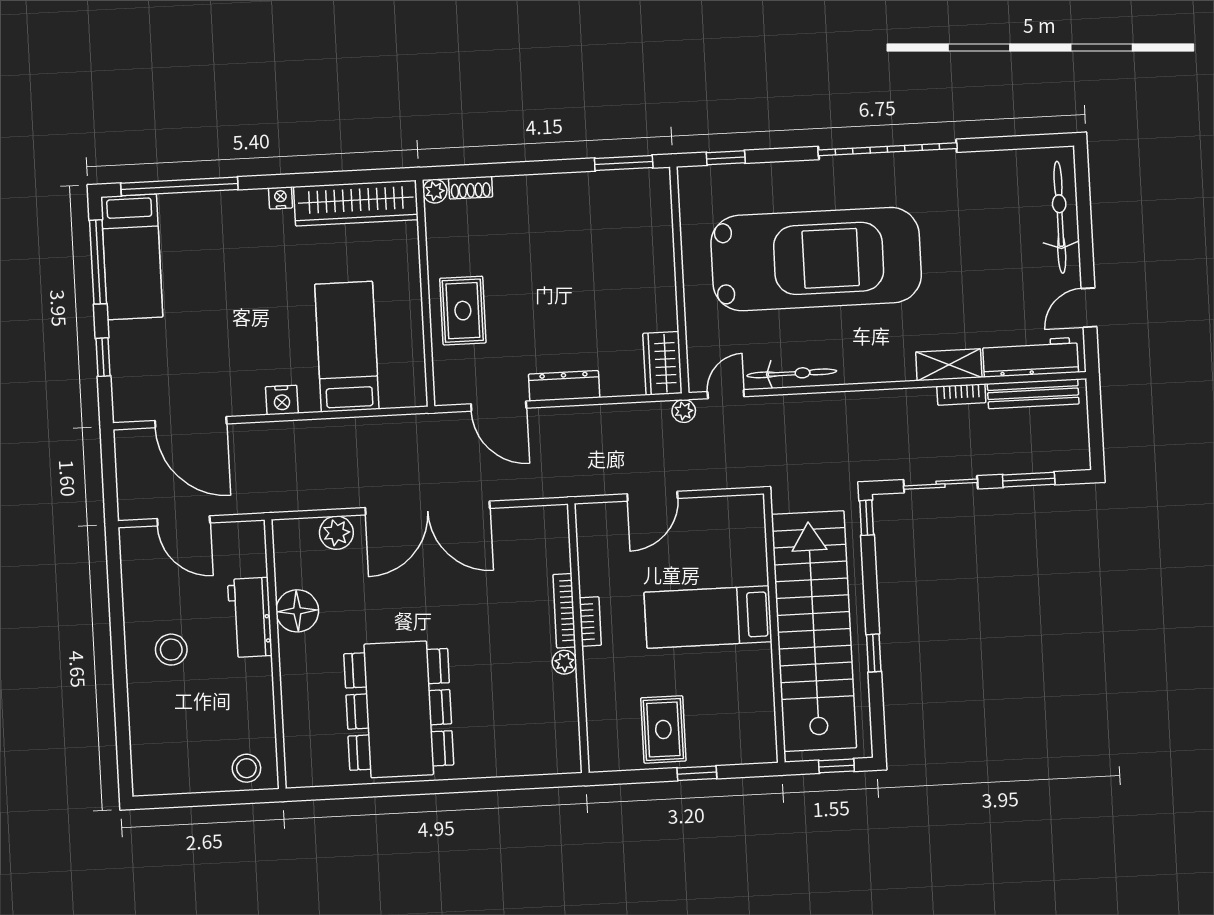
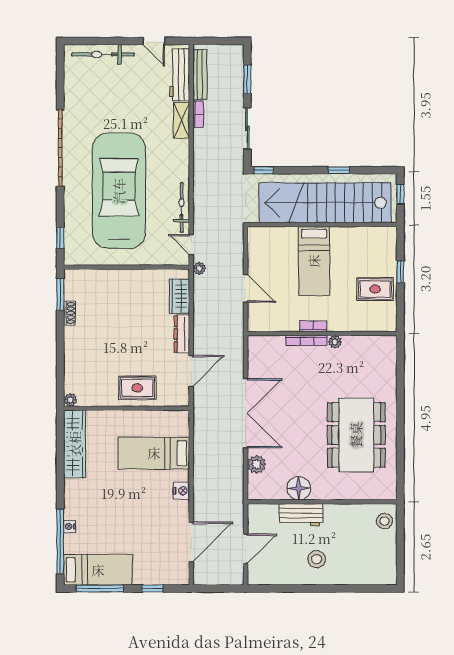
shoe rack: (471, 188) -> (69, 313), moved
nightstand: (281, 198) -> (70, 526), moved
wardrobe: (663, 363) -> (179, 296), moved, turned 90
dining table: (399, 709) -> (356, 435), turned 90

